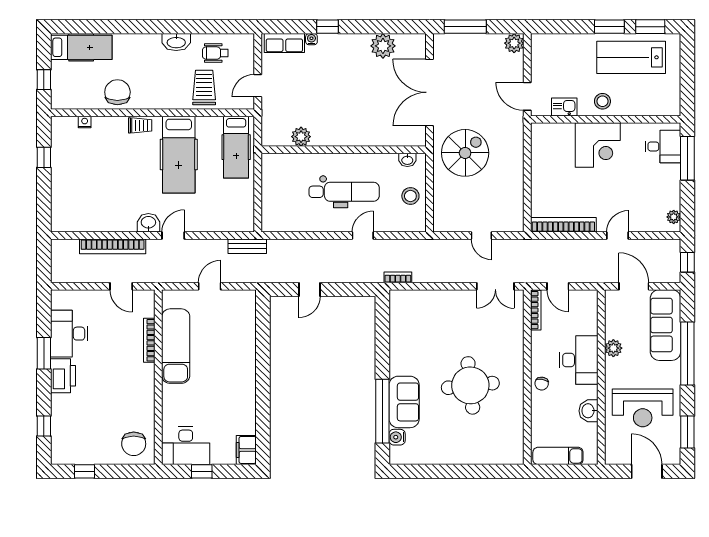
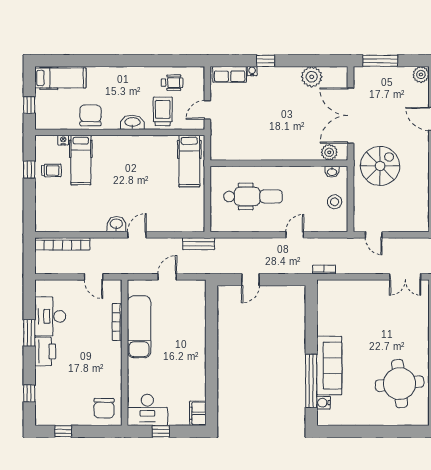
washbasin: (176, 42) -> (132, 122), moved, turned 180
wheelchair: (215, 53) -> (172, 83), turned 180
trolley: (140, 125) -> (51, 170), moved
plant: (301, 137) -> (329, 152), moved
hospital bed: (179, 155) -> (81, 160), moved, width x0.73, depth x0.78
dental chair: (344, 192) -> (253, 196), moved
door: (481, 236) -> (374, 235), moved
bookcase: (113, 246) -> (62, 244), moved
round table: (470, 385) -> (400, 384), moved
sofa: (404, 402) -> (329, 366), width x1.36

